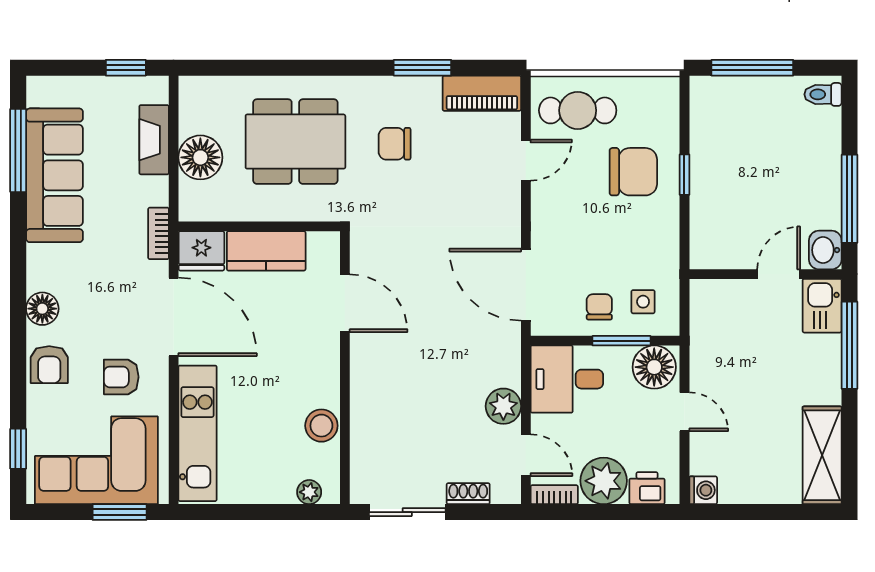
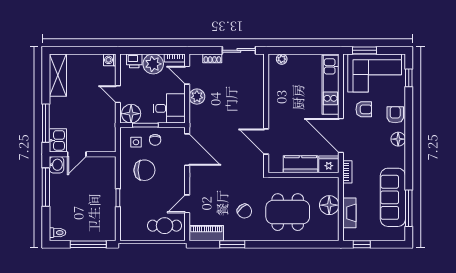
chair: (395, 144) -> (244, 211), turned 51
chair: (633, 172) -> (144, 170), moved, turned 180
stool: (321, 426) -> (276, 88), removed

